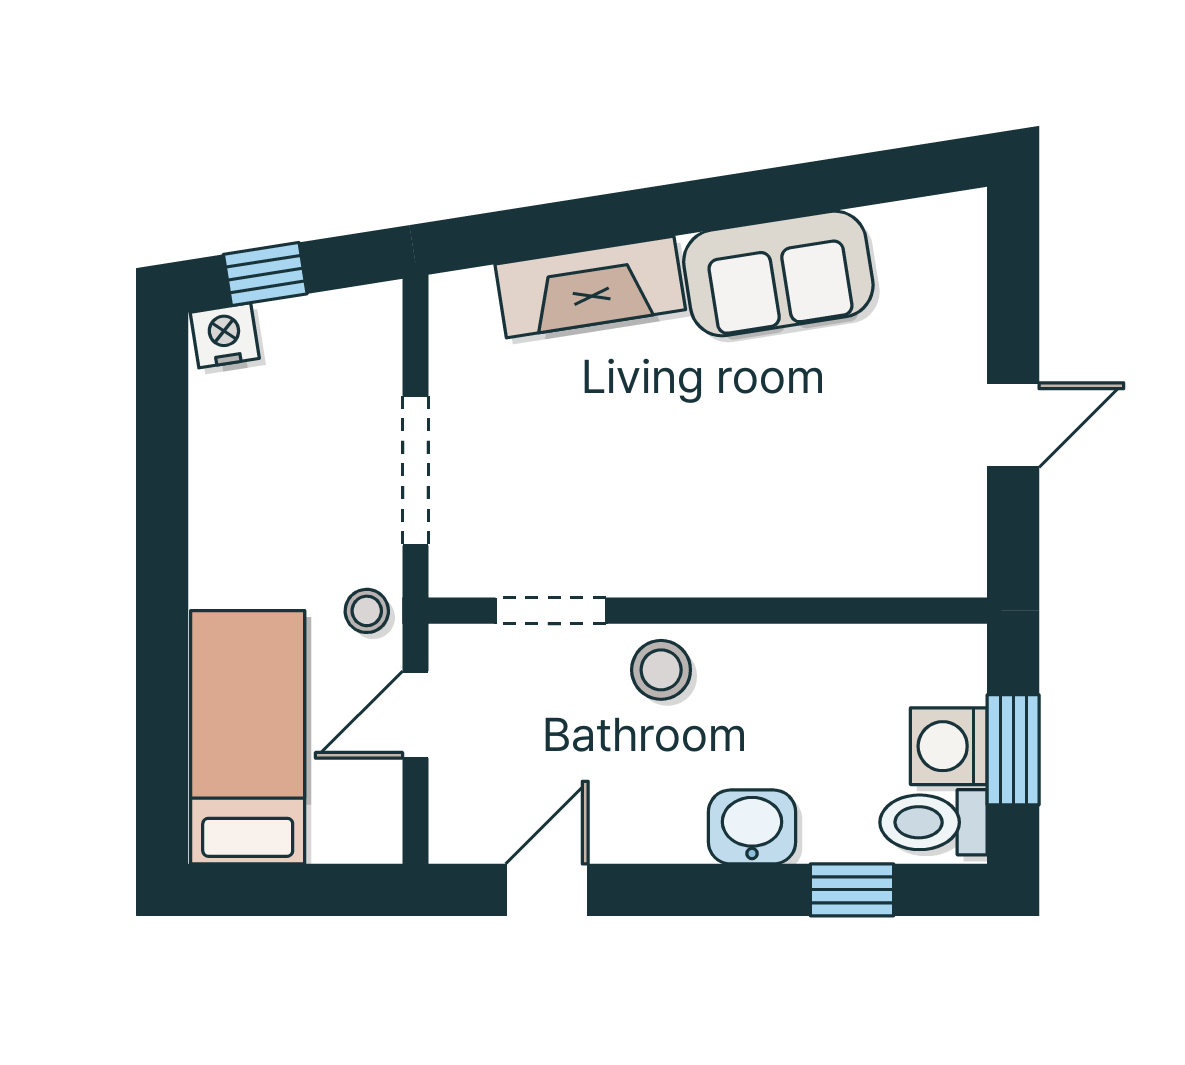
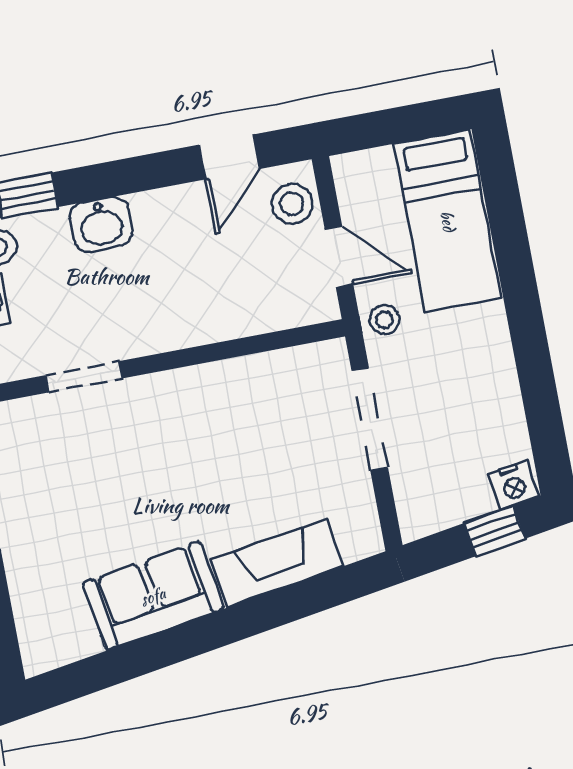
doorway: (551, 611) -> (84, 377), moved
stool: (661, 670) -> (292, 204), moved
door: (415, 715) -> (339, 257), hinge flipped

